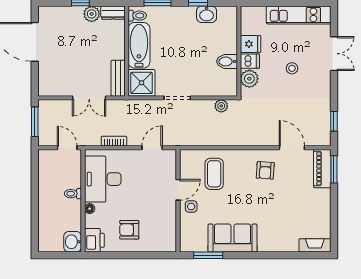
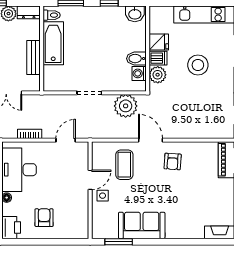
washbasin: (207, 14) -> (135, 14), moved
stool: (292, 68) -> (198, 65), width x1.89, depth x1.89
washing machine: (230, 77) -> (139, 73), added
bench: (118, 78) -> (34, 58), moved
shower: (142, 83) -> (56, 79), removed
plant: (221, 106) -> (126, 106), width x1.88, depth x1.88
door: (292, 148) -> (150, 140), moved
armchair: (129, 230) -> (44, 218), turned 90

